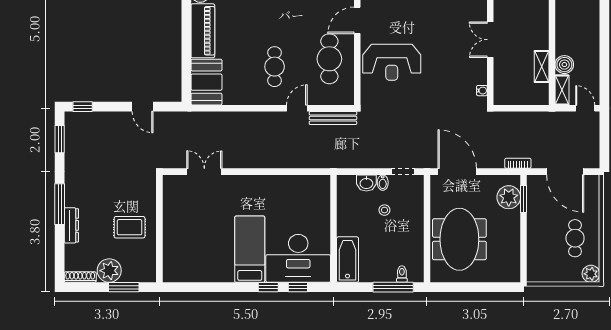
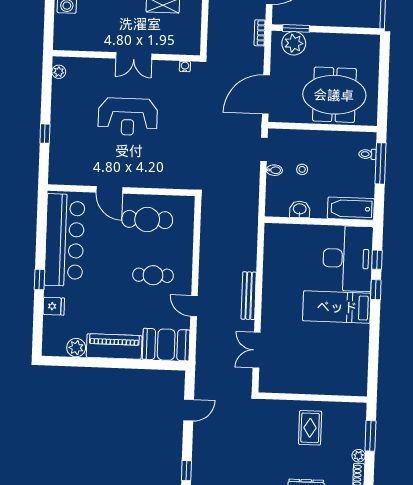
reception desk: (392, 62) -> (128, 117), moved, turned 90
door: (297, 108) -> (194, 306), moved
bench: (333, 118) -> (249, 296), moved
washbasin: (366, 183) -> (300, 209), moved, turned -90
plant: (109, 271) -> (359, 456), width x0.53, depth x0.53

